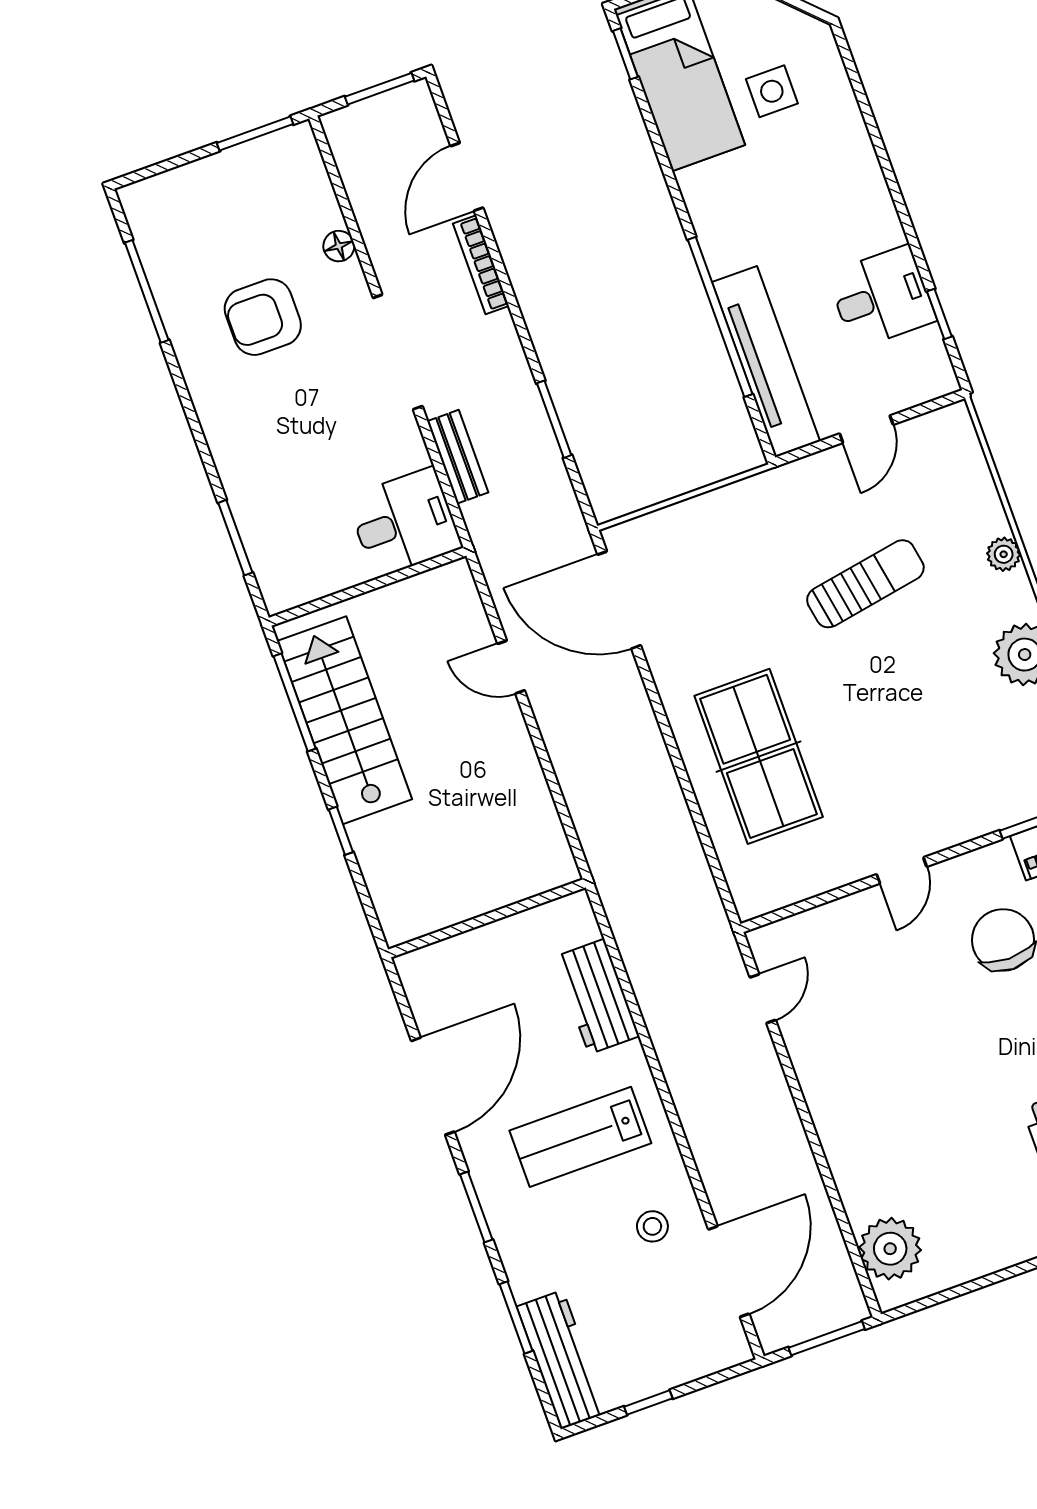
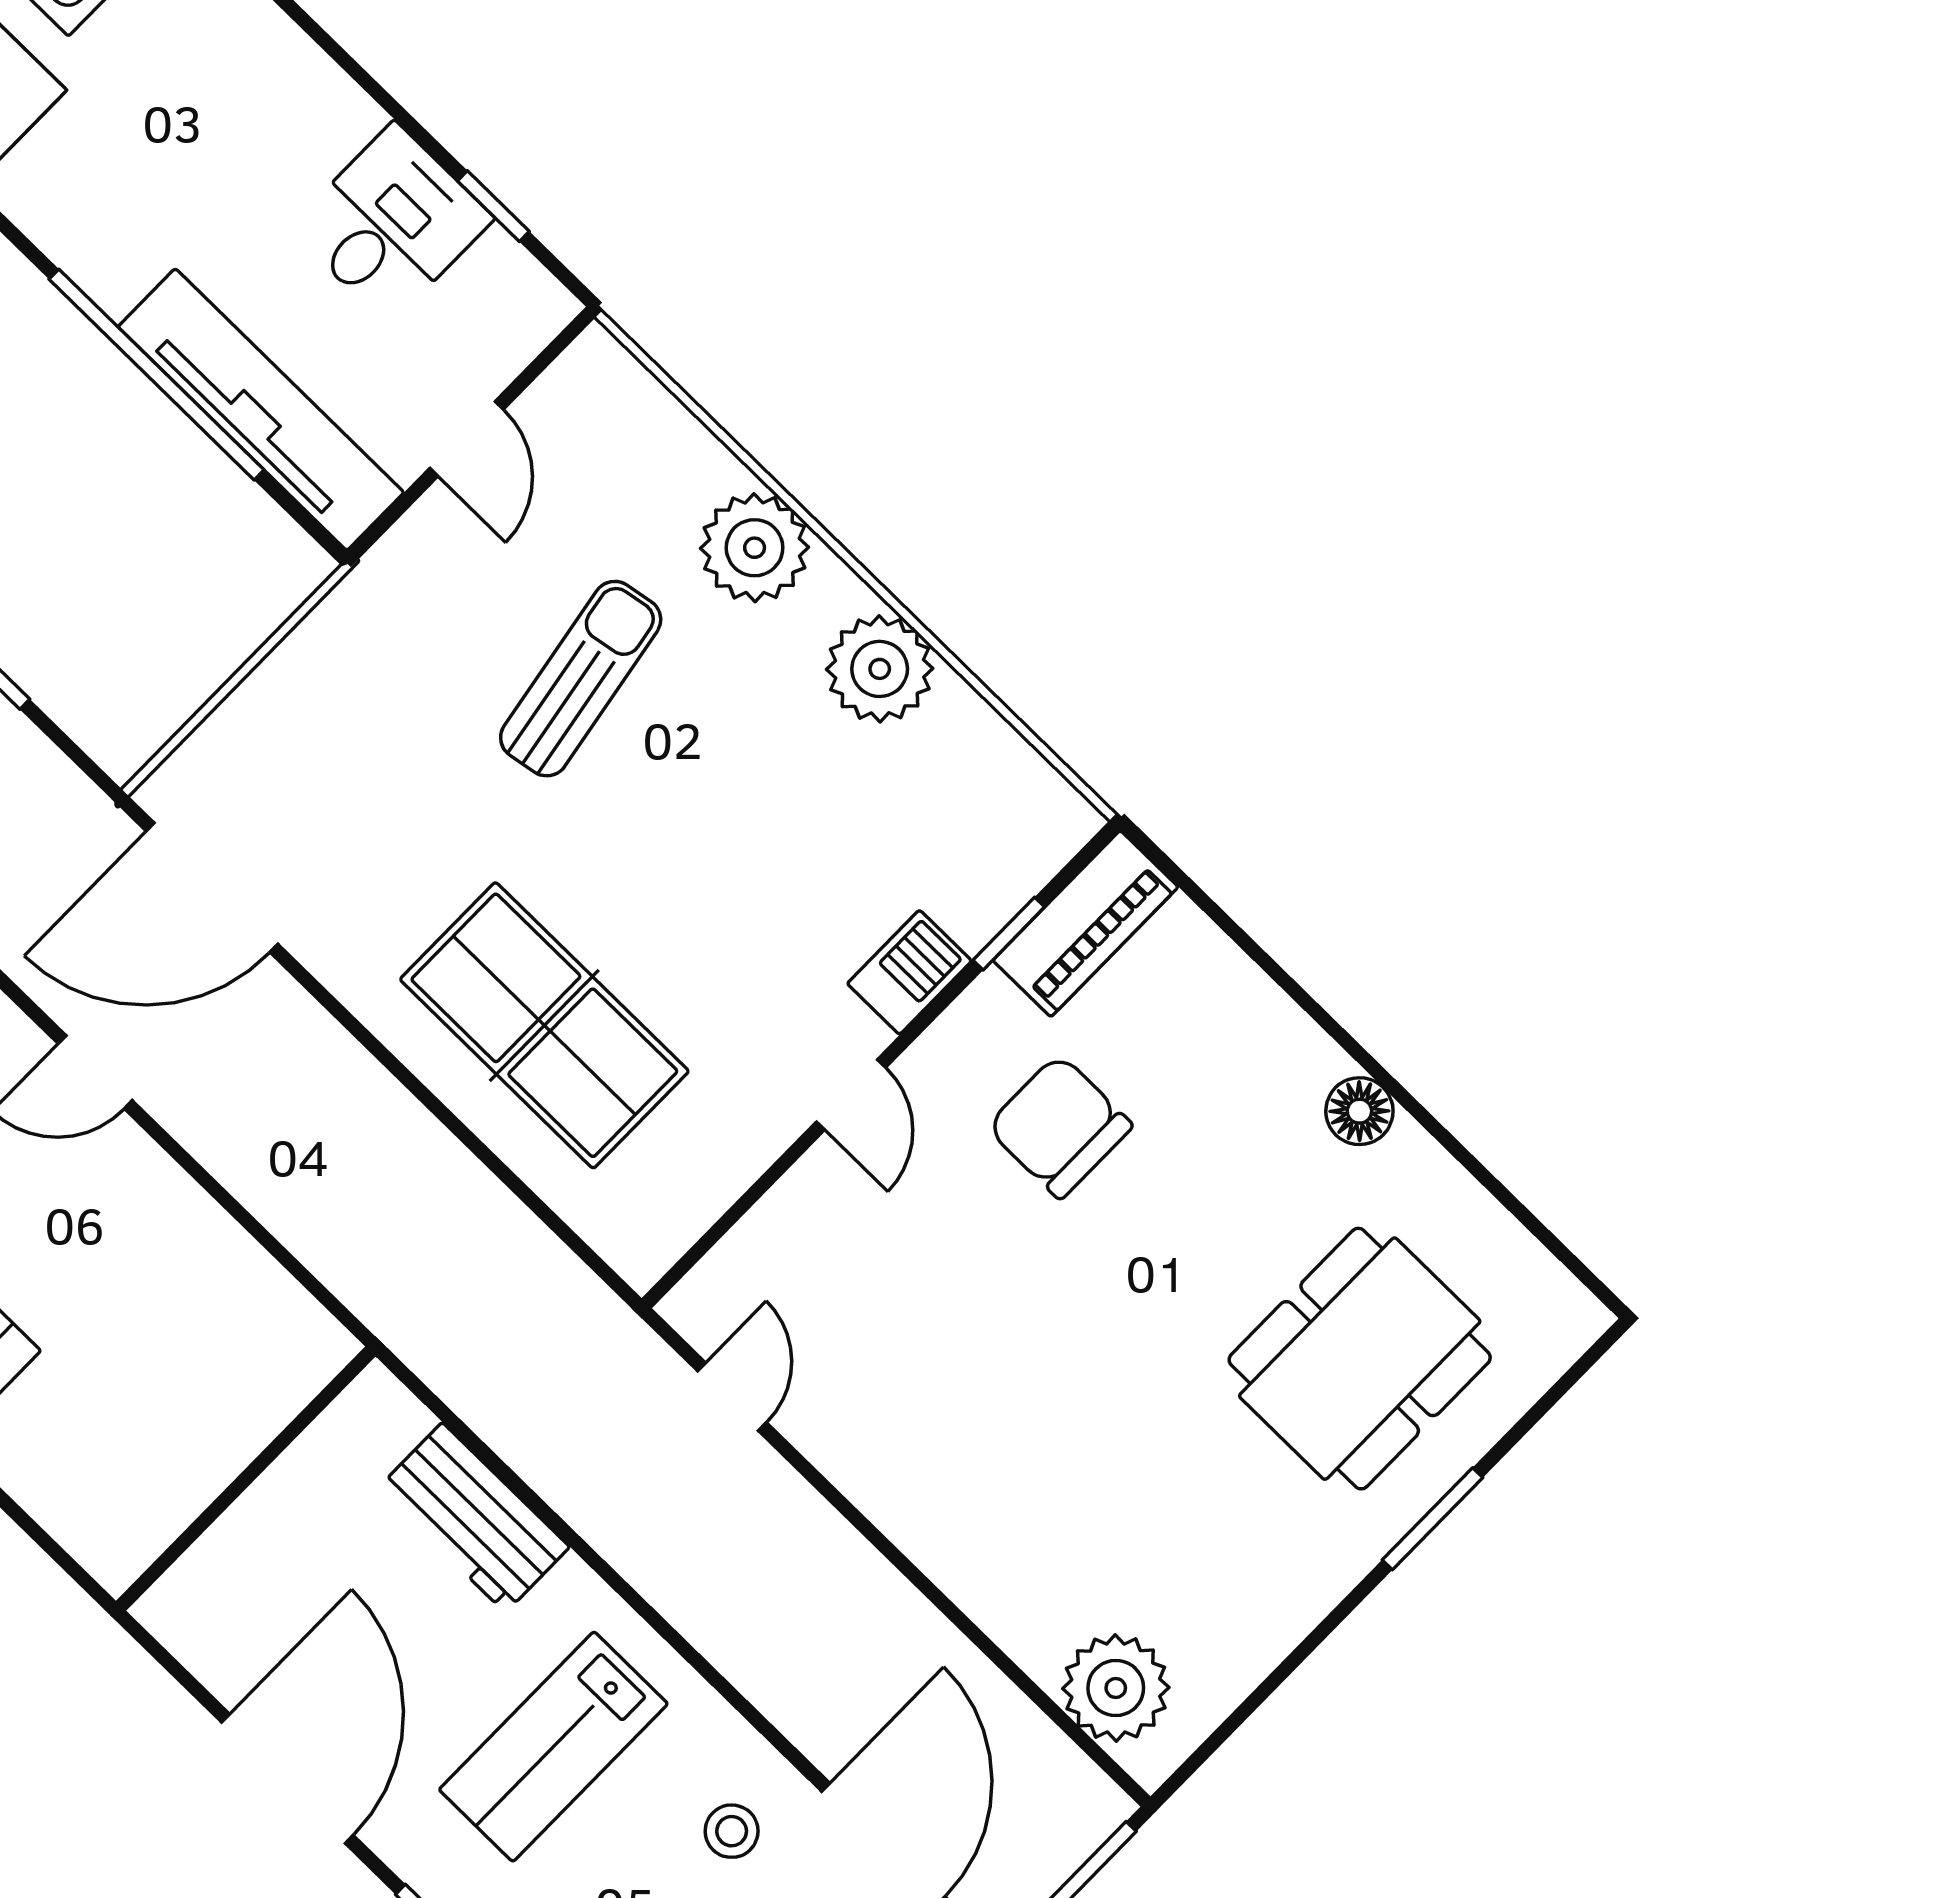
plant: (1004, 554) -> (755, 548), width x1.88, depth x1.88
barbecue: (963, 821) -> (909, 972), added

